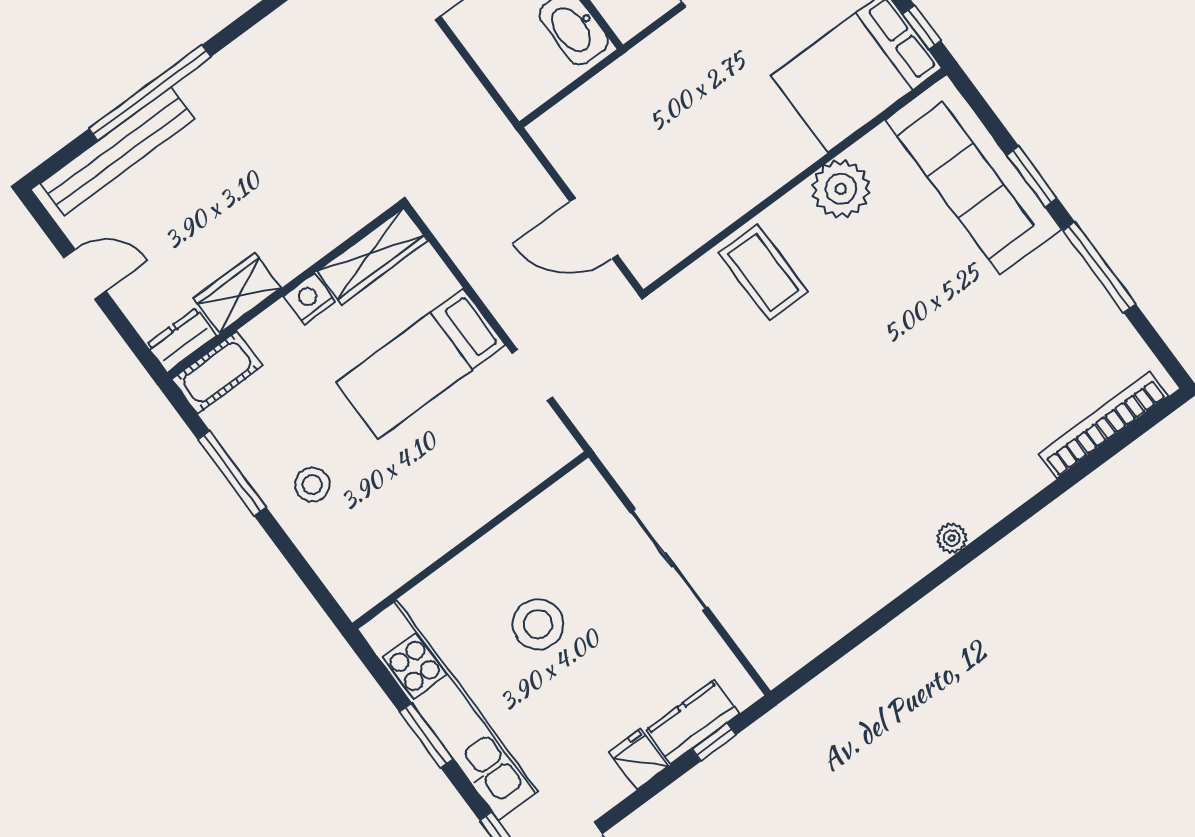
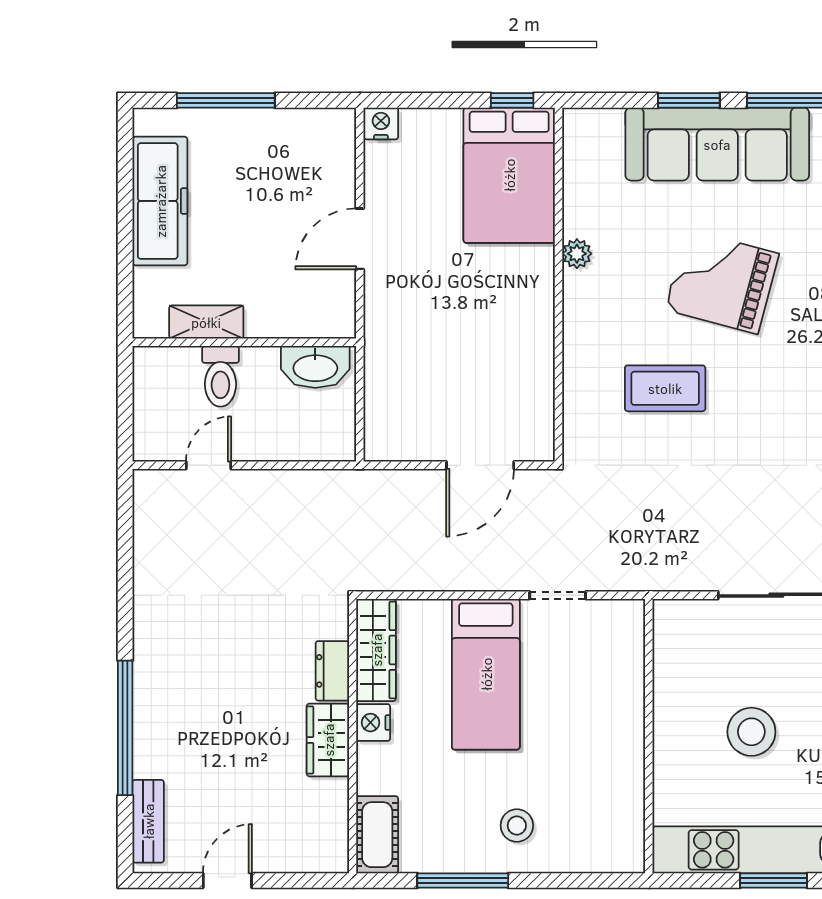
bench: (118, 151) -> (148, 821), width x0.54, depth x0.82
sofa: (973, 175) -> (717, 144), moved
plant: (841, 189) -> (577, 254), width x0.53, depth x0.53
coffee table: (763, 272) -> (665, 388), moved
wardrobe: (237, 293) -> (328, 740), moved
grand piano: (900, 318) -> (722, 282), added
dresser: (182, 340) -> (332, 671), moved

